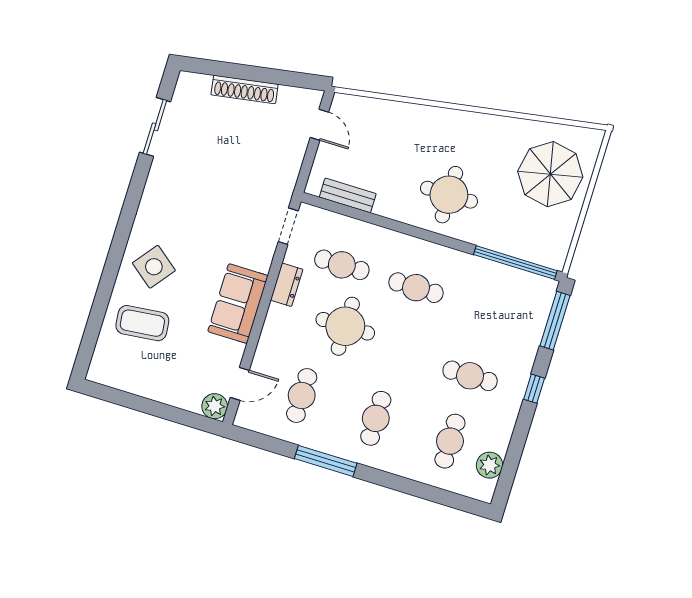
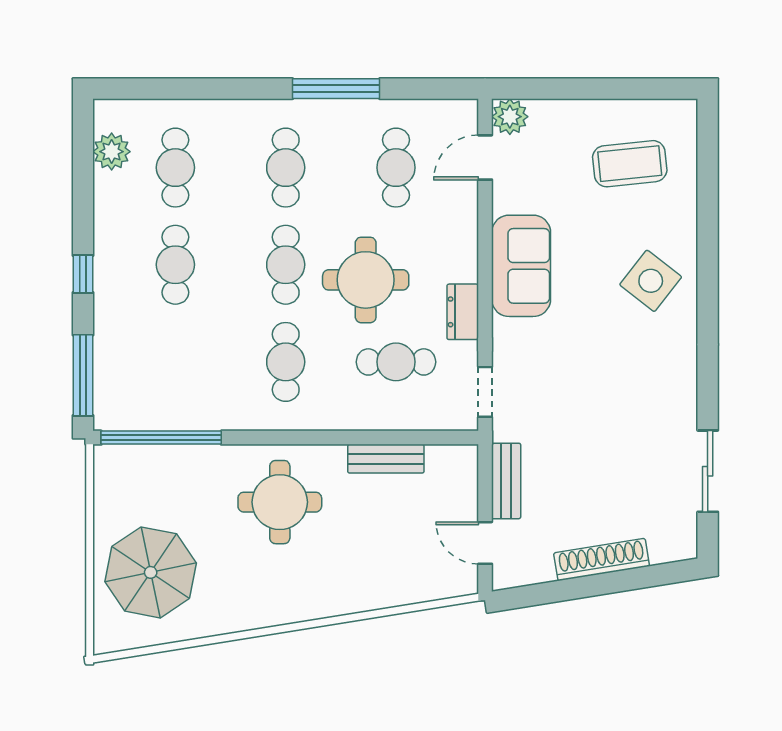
bench: (292, 162) -> (506, 481), added
bench: (348, 195) -> (386, 459), moved
cafe table: (416, 288) -> (286, 362), turned 90
coffee table: (142, 323) -> (630, 164), moved
cafe table: (396, 353) -> (286, 265), added
cafe table: (470, 376) -> (175, 265), turned 90

